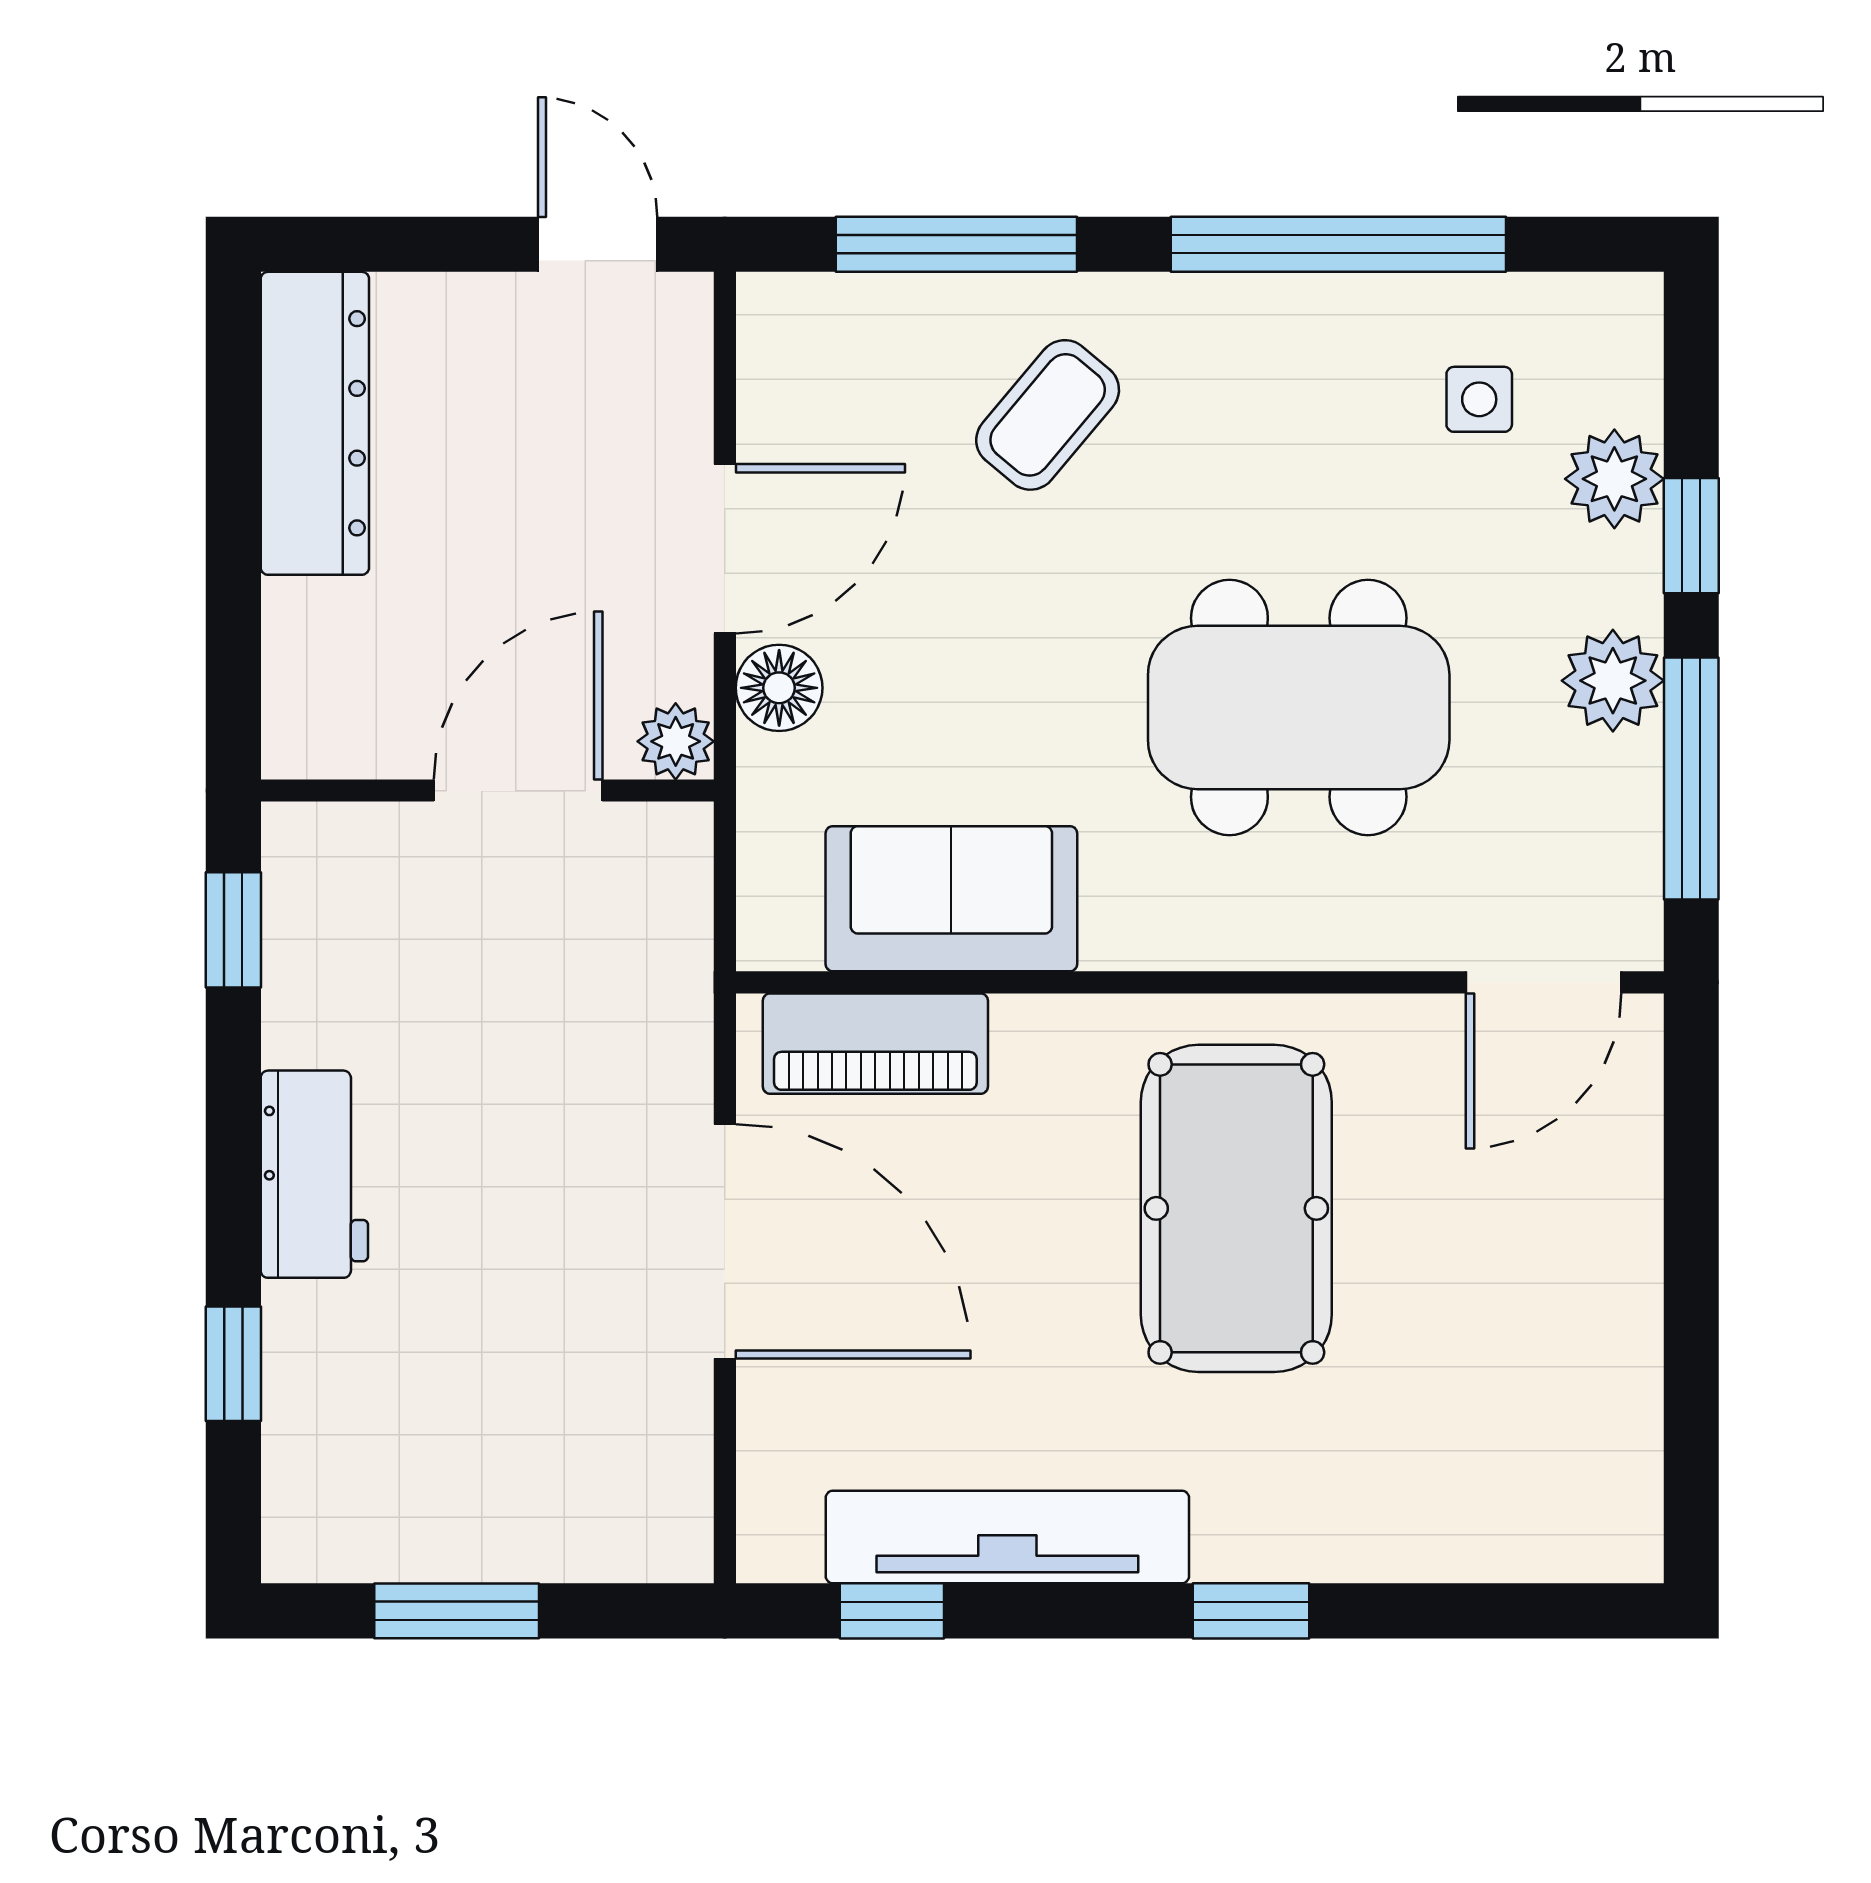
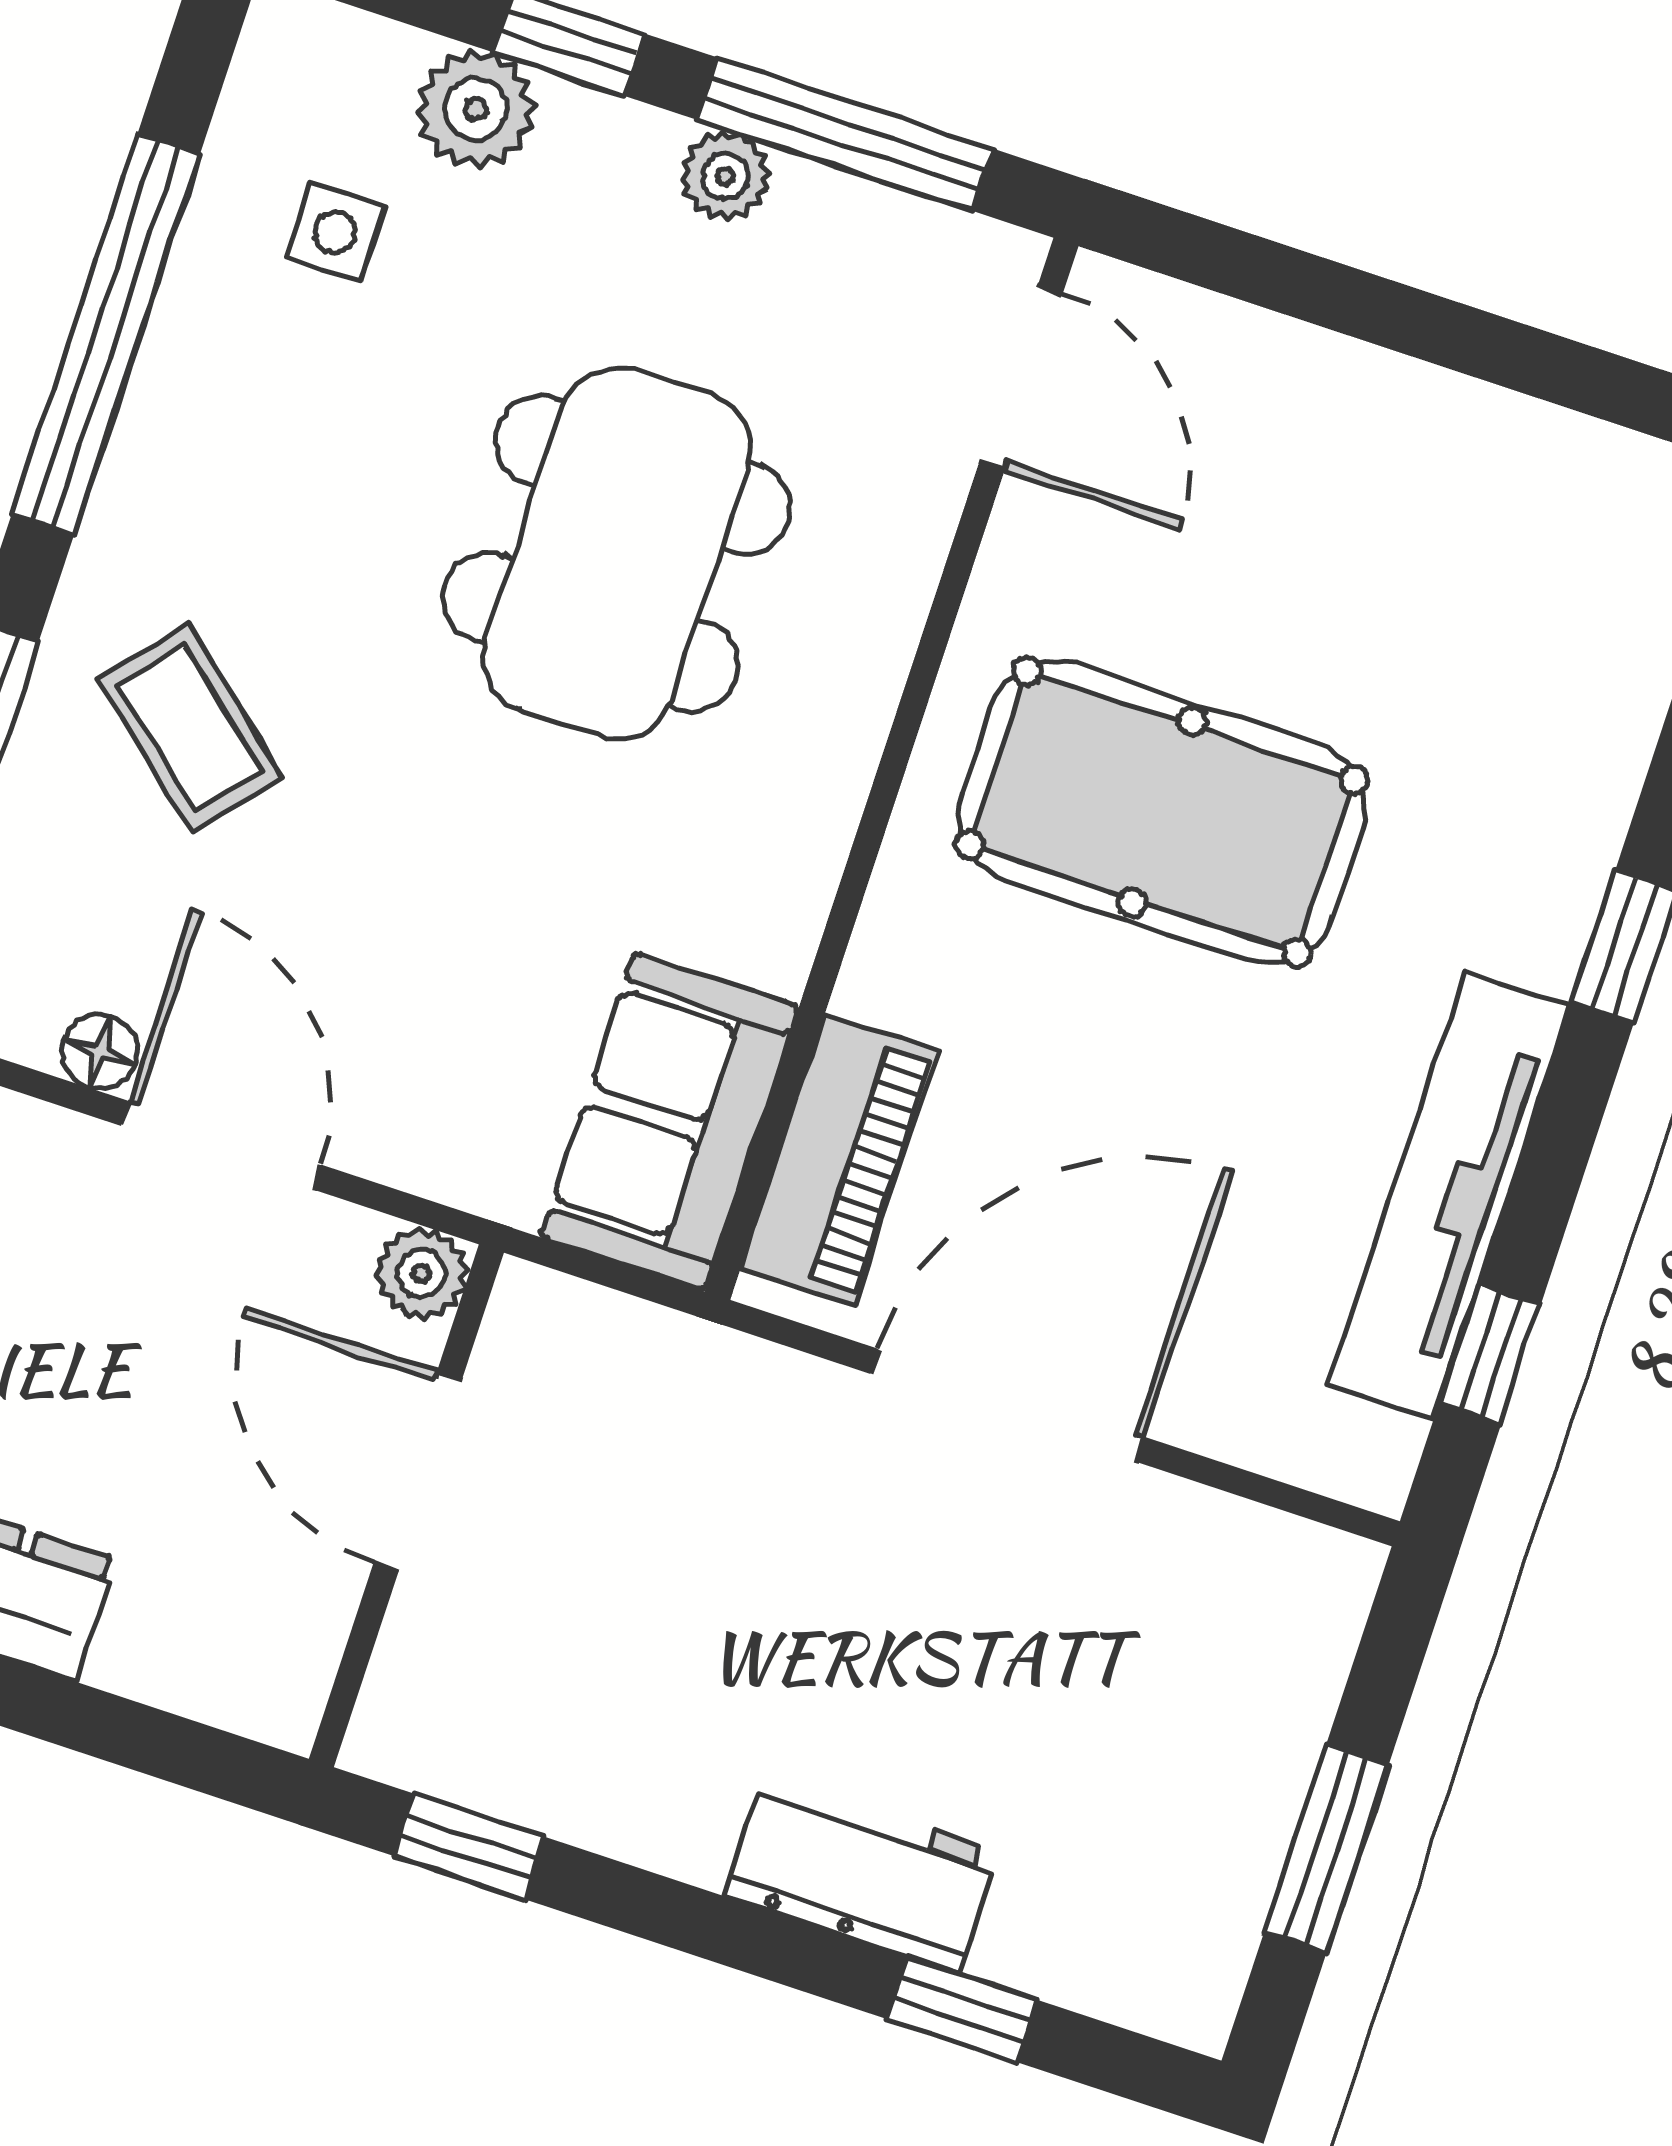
plant: (1613, 681) -> (725, 176), width x0.73, depth x0.73
floor lamp: (779, 688) -> (100, 1052), moved, width x0.73, depth x0.73
sofa: (951, 899) -> (670, 1122), moved
workbench: (314, 1174) -> (861, 1874), moved

